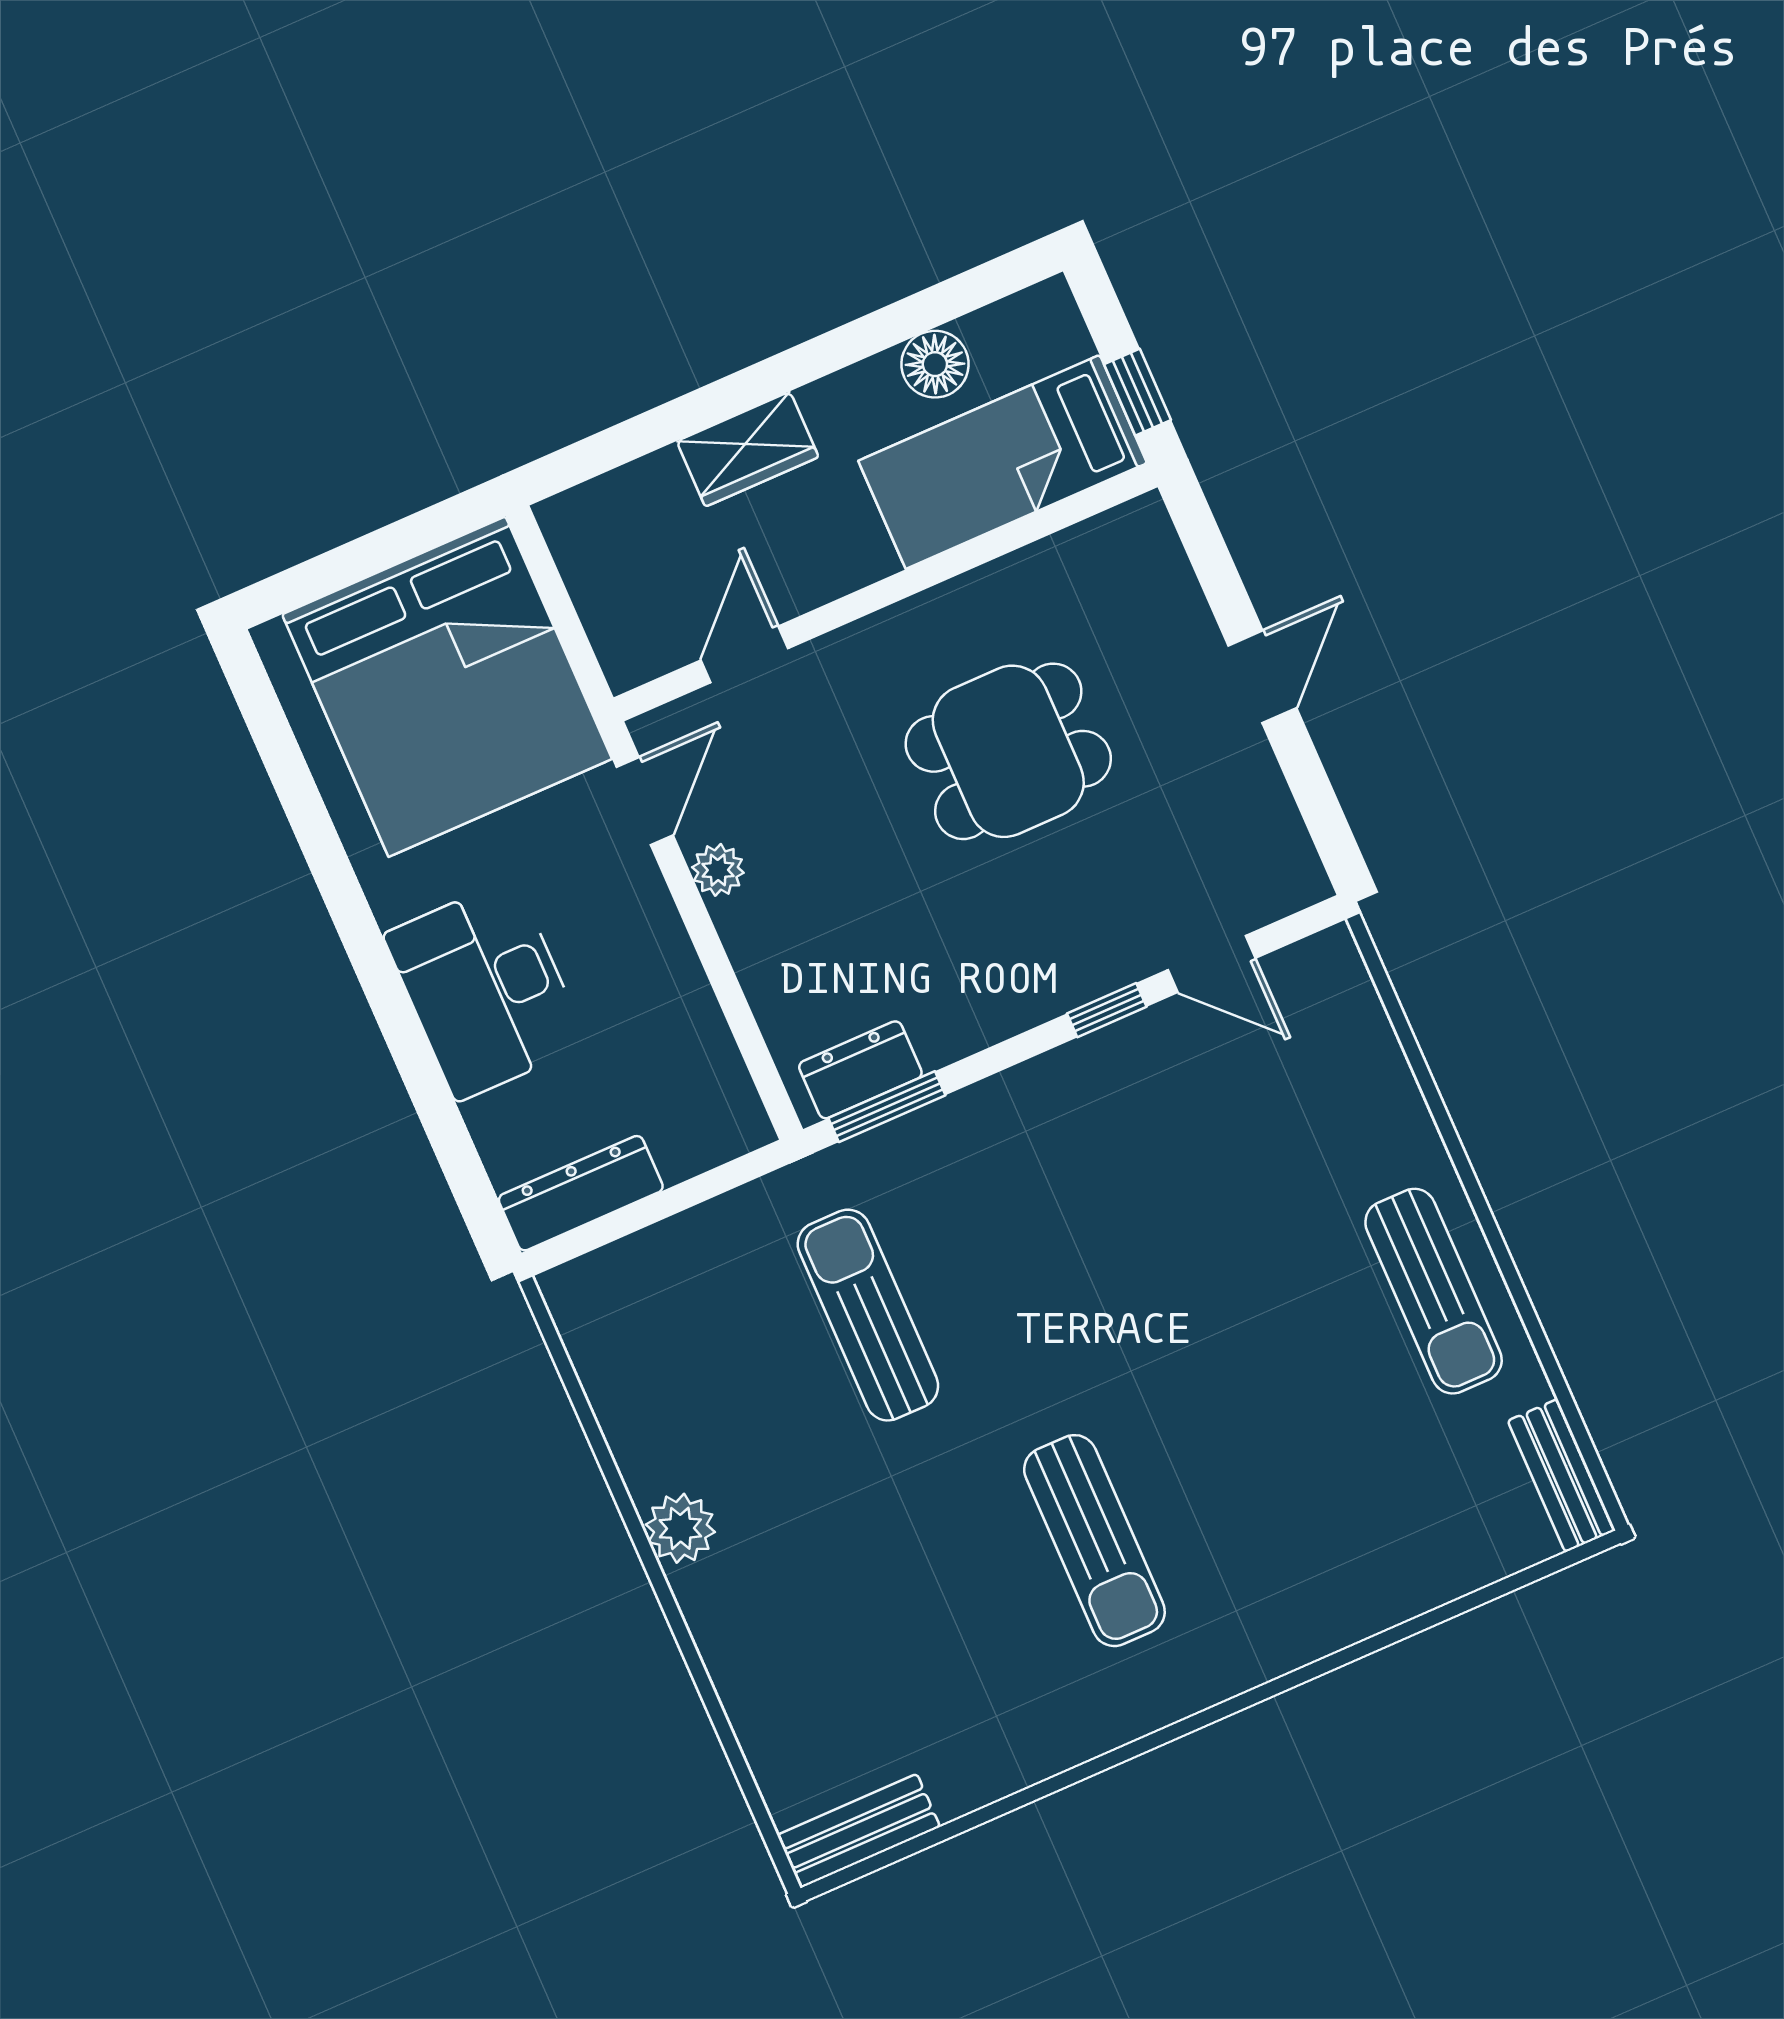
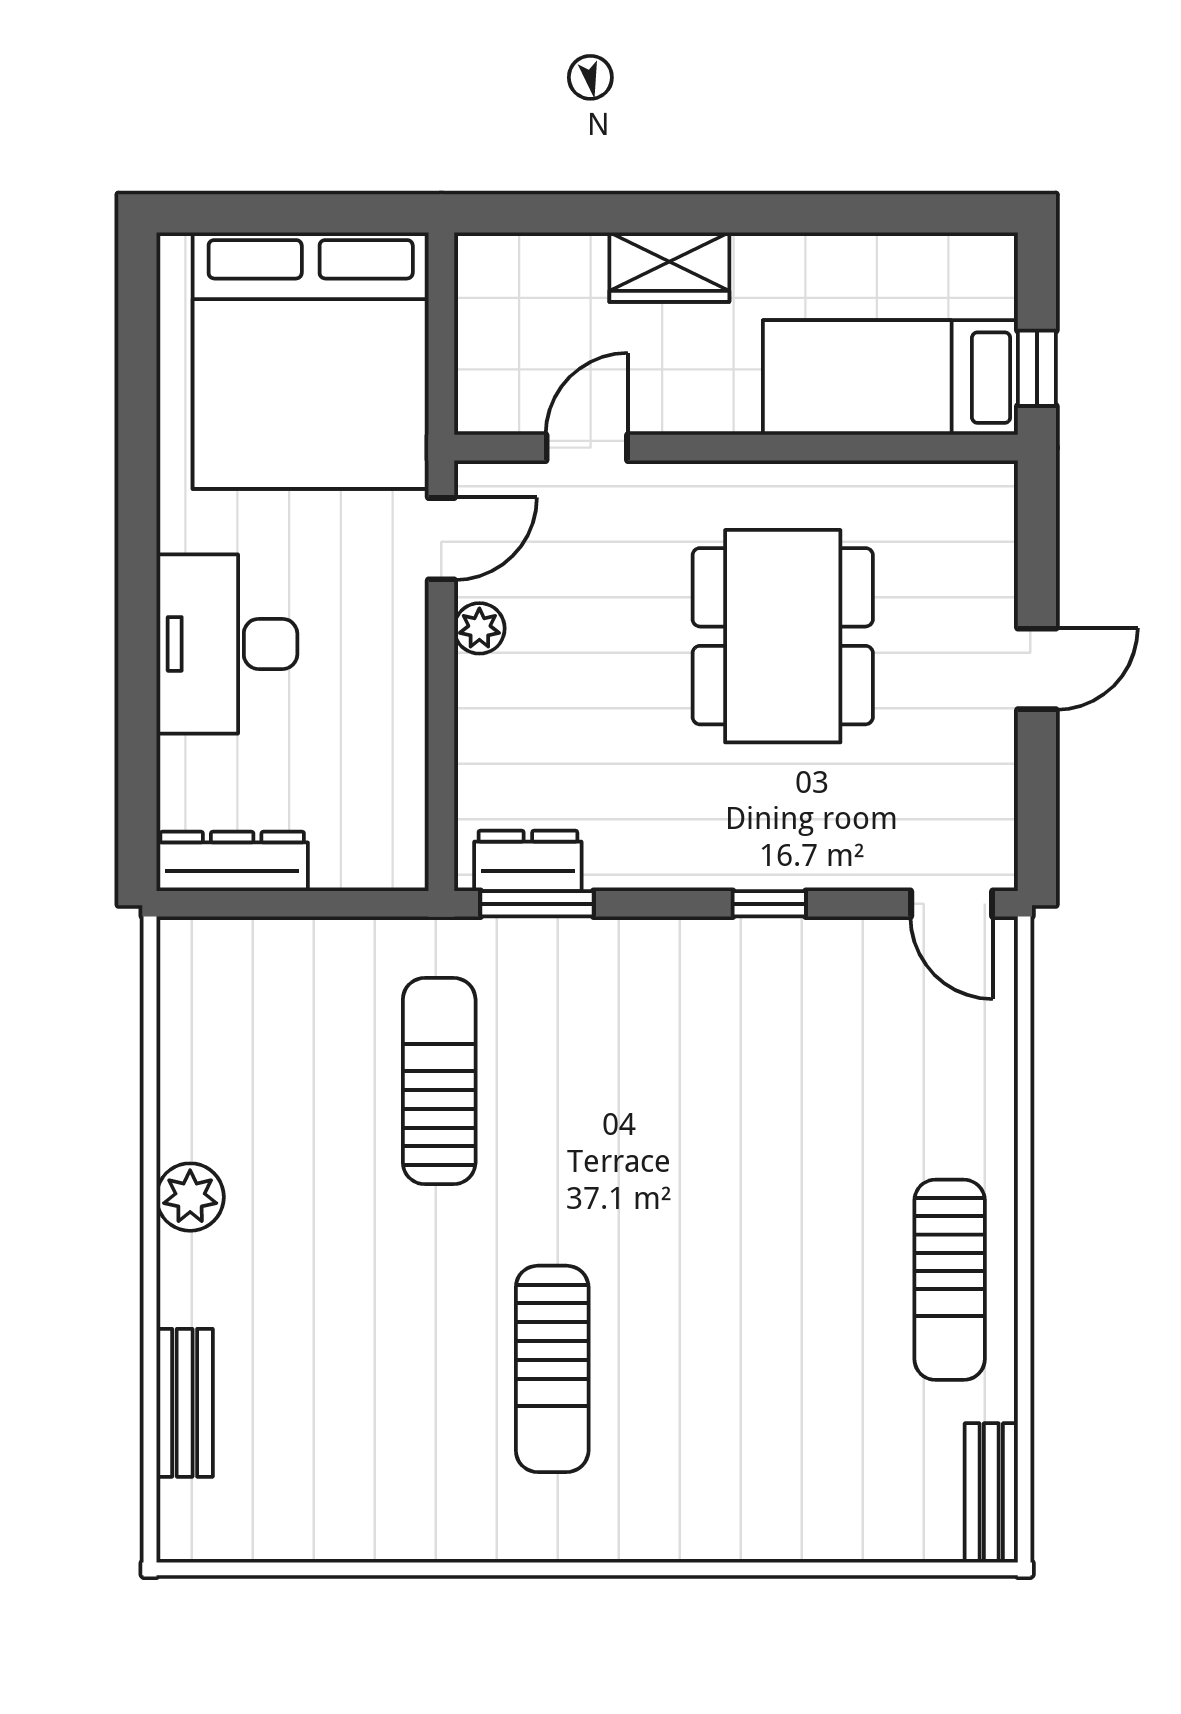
floor lamp: (935, 364) -> (868, 265), removed
dining table: (1008, 751) -> (783, 636), width x1.38
door: (1212, 964) -> (952, 904), moved
bench: (859, 1831) -> (185, 1403), moved, turned 90

